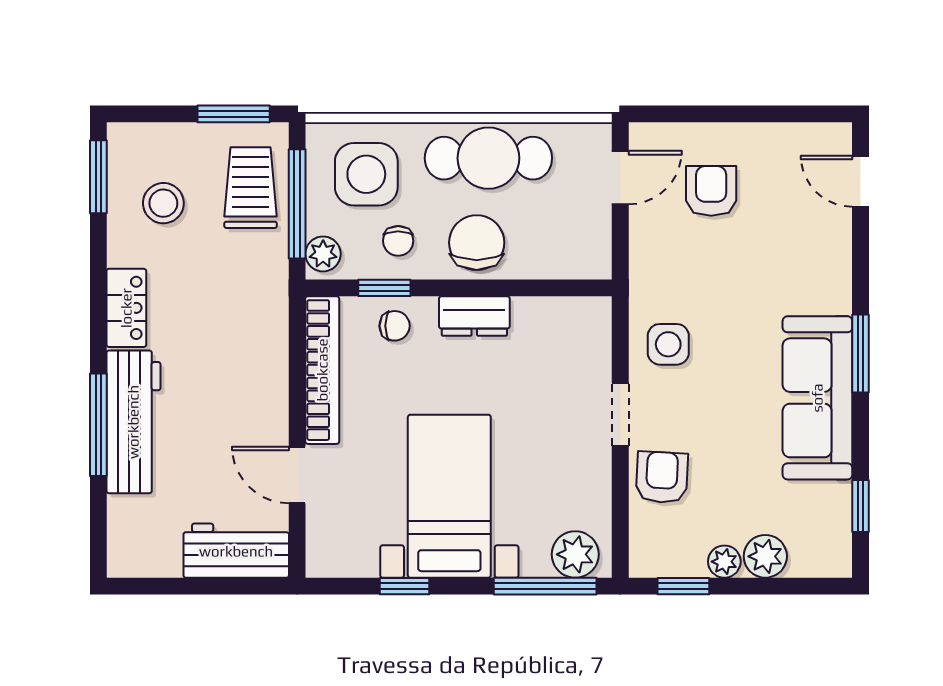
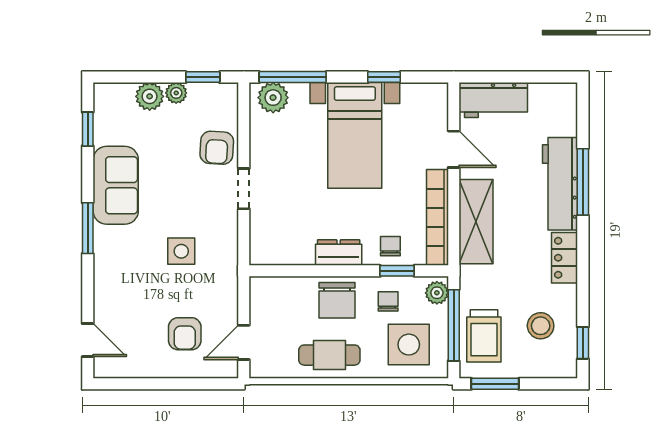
cafe table: (488, 158) -> (329, 355), width x0.73, depth x0.74
window: (98, 177) -> (583, 343), width x0.67
chair: (395, 326) -> (390, 246), turned 90
side table: (668, 344) -> (181, 251), moved
shelving: (263, 363) -> (476, 222), added
sofa: (817, 398) -> (116, 185), width x0.73

